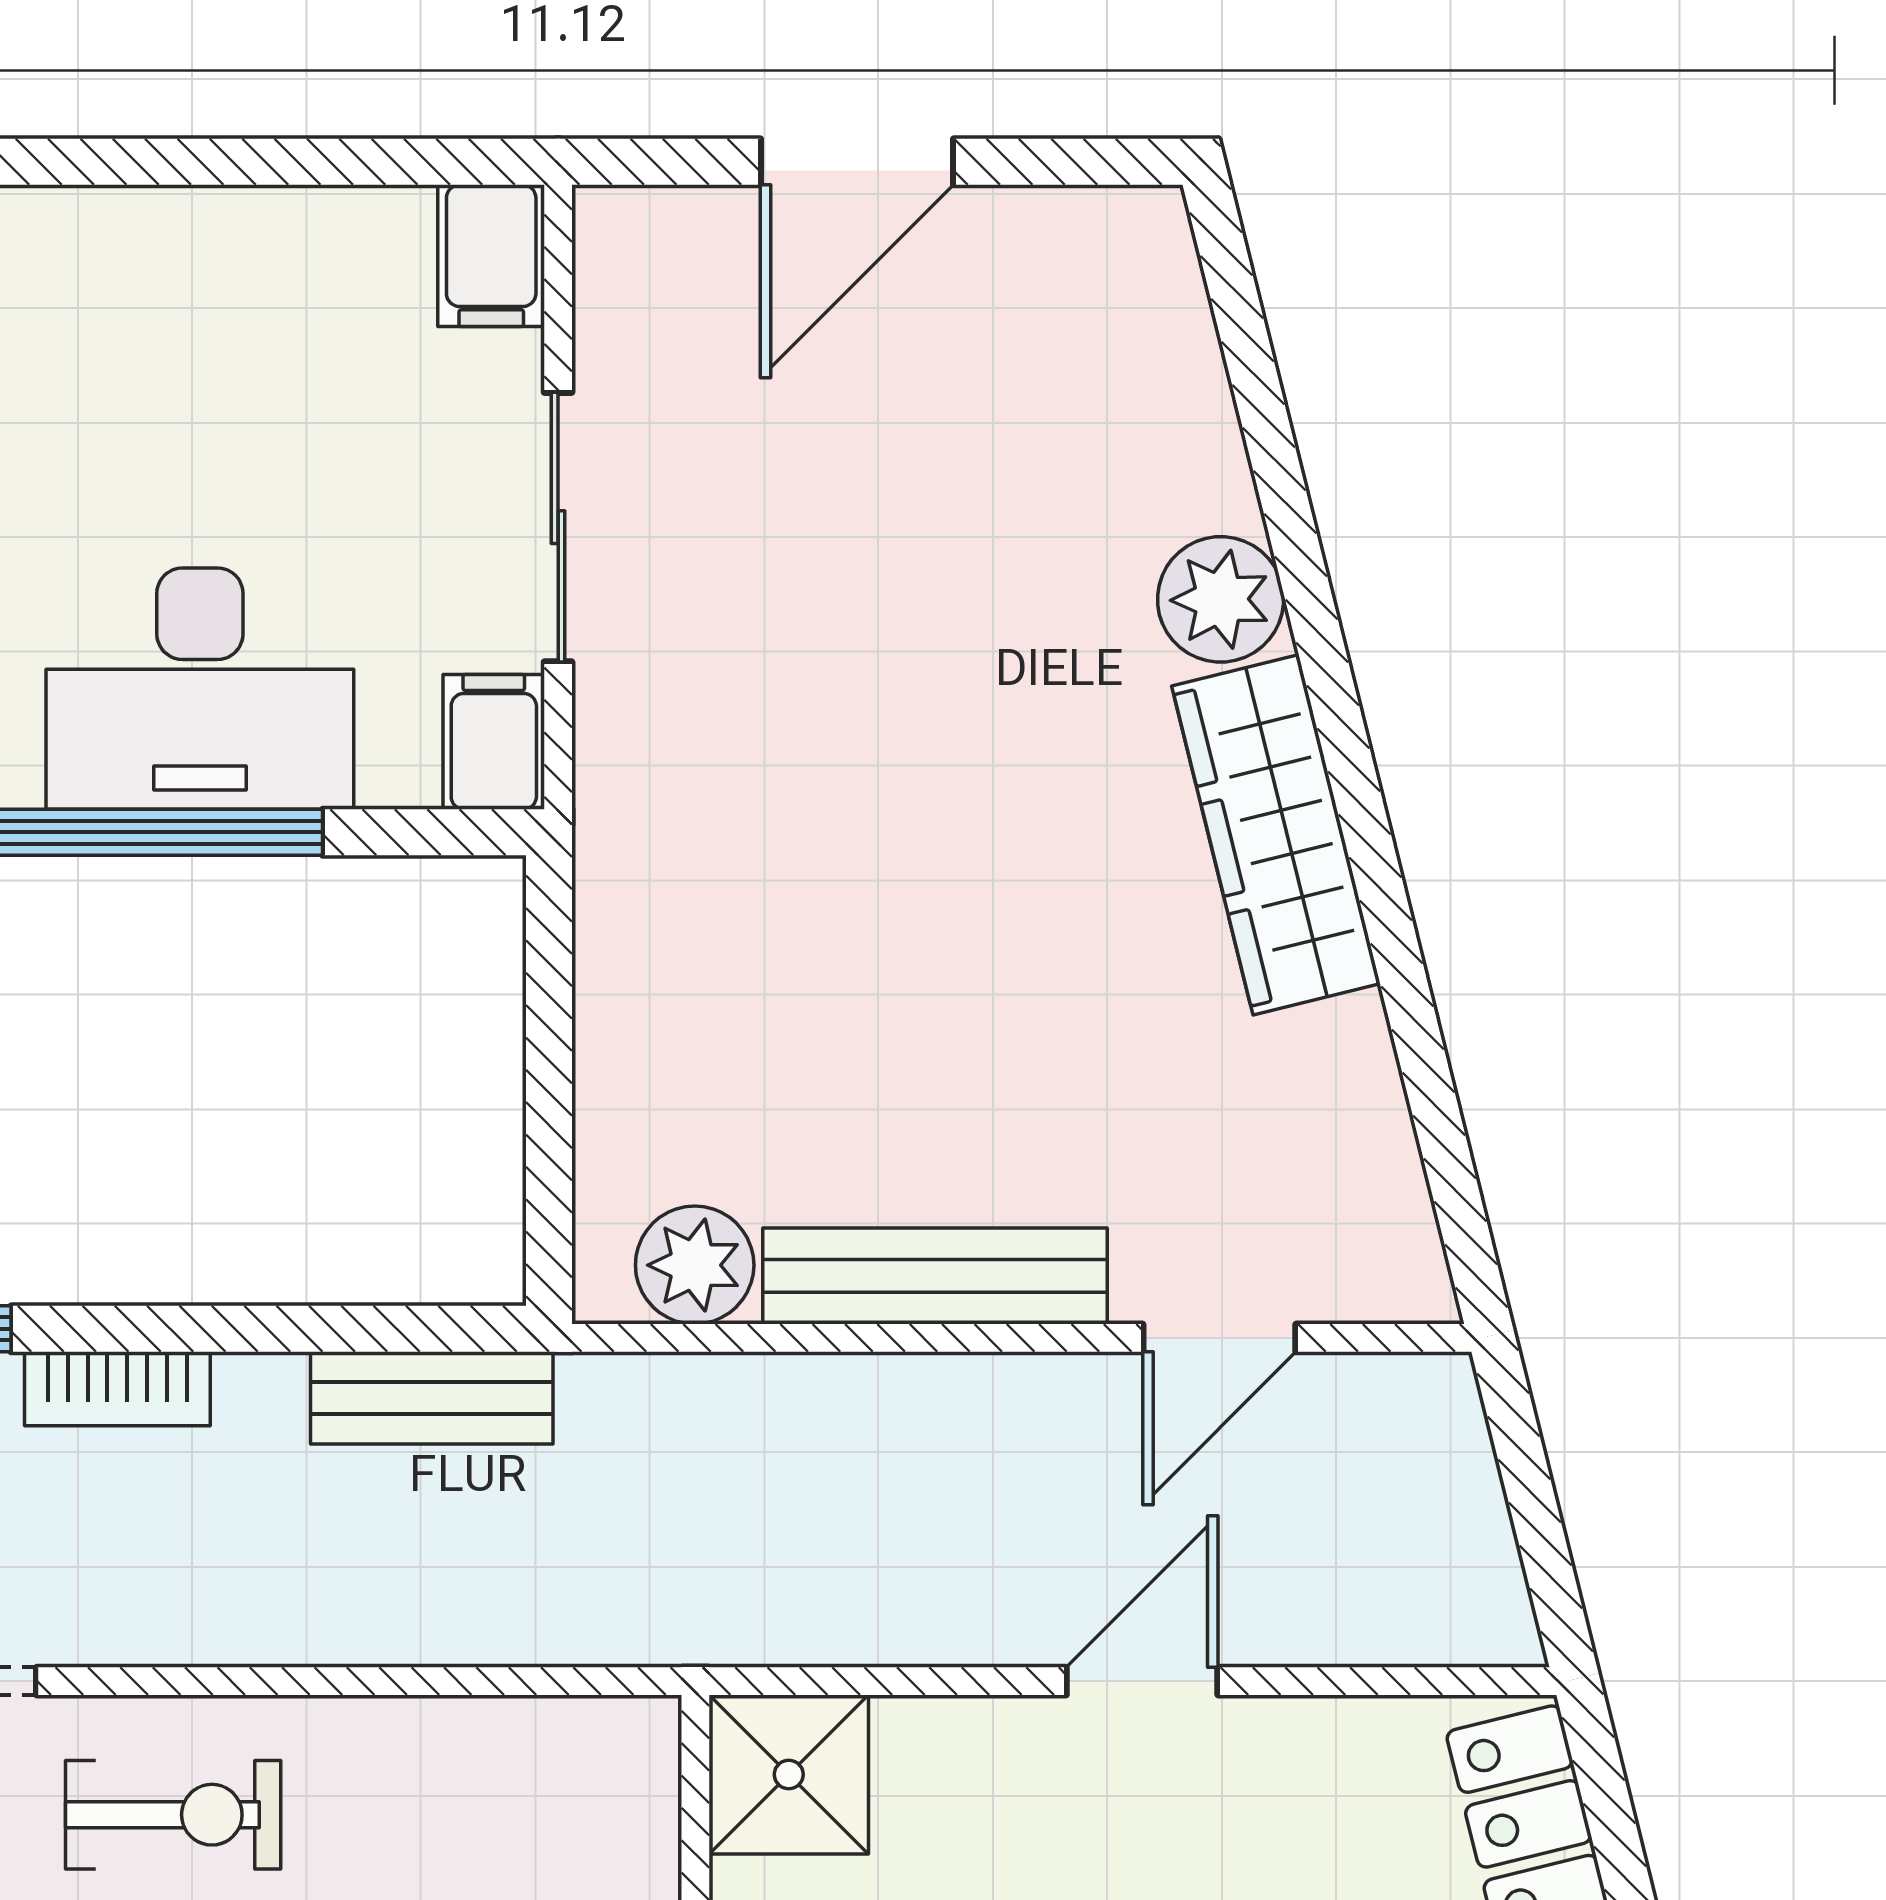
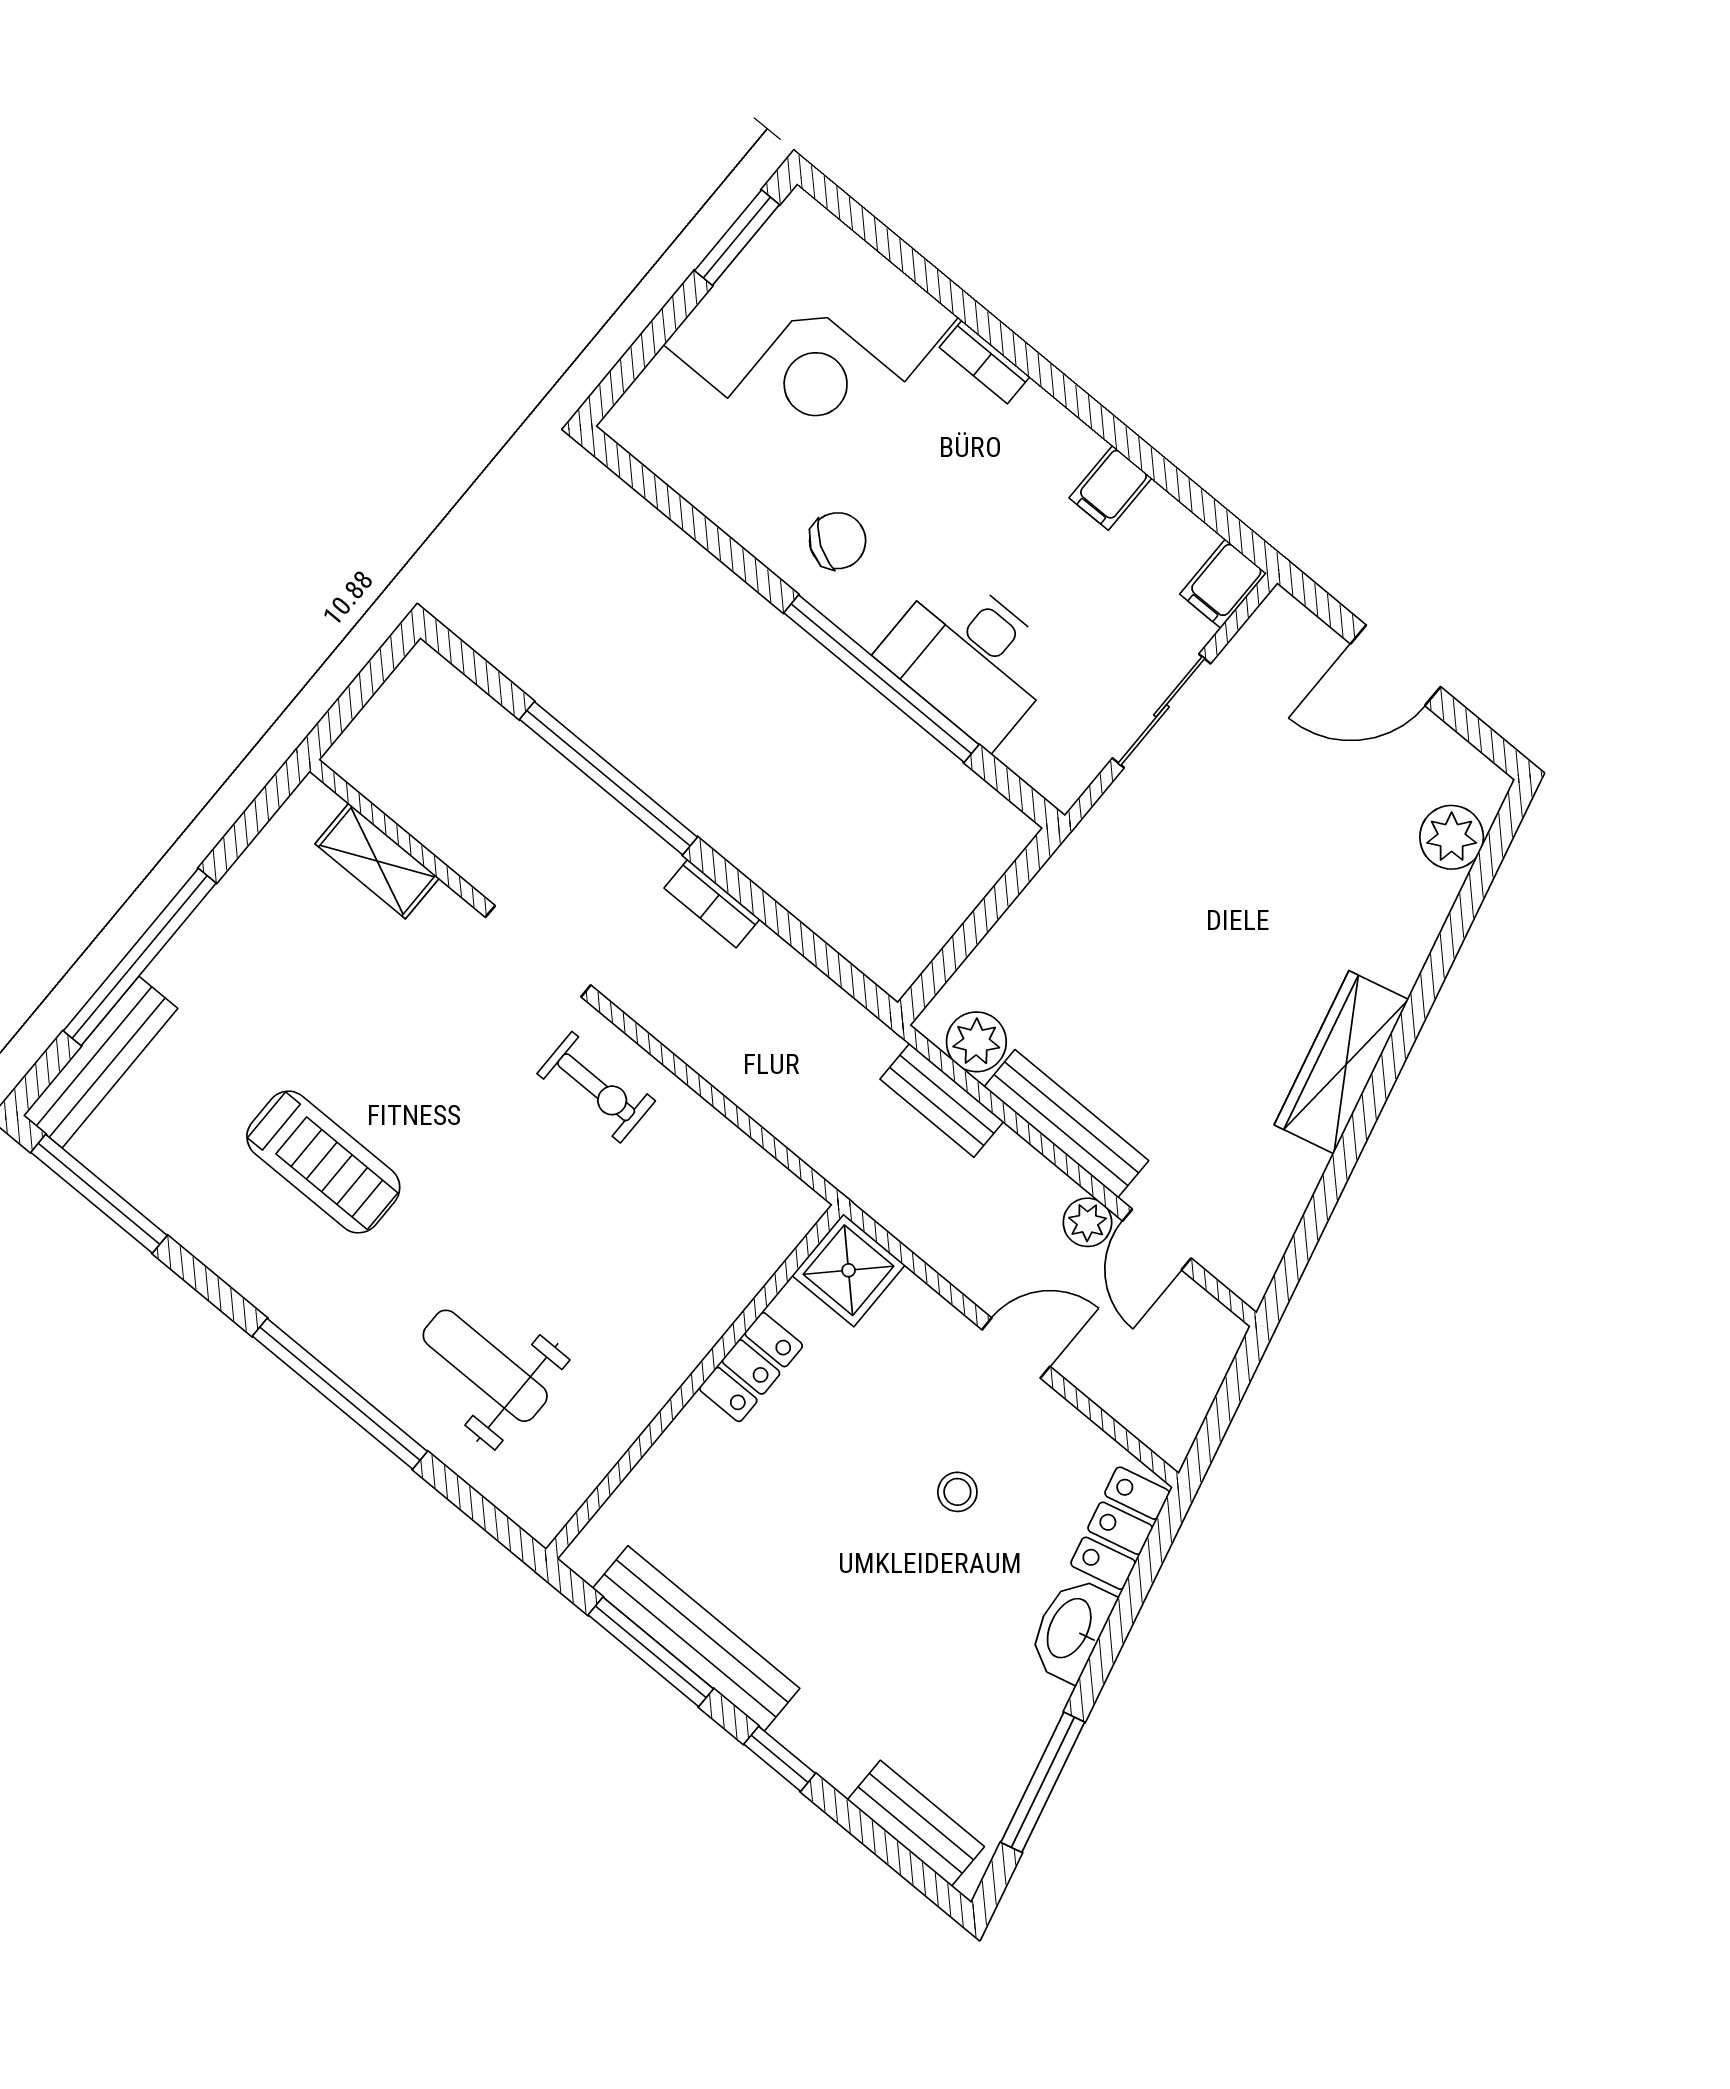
plant: (1221, 599) -> (1452, 837), moved
filing cabinet: (494, 742) -> (1110, 488), moved, turned 180
door: (1219, 1338) -> (1157, 1240), hinge flipped
bench: (432, 1398) -> (942, 1100), moved
plant: (1092, 1400) -> (1087, 1222), added

